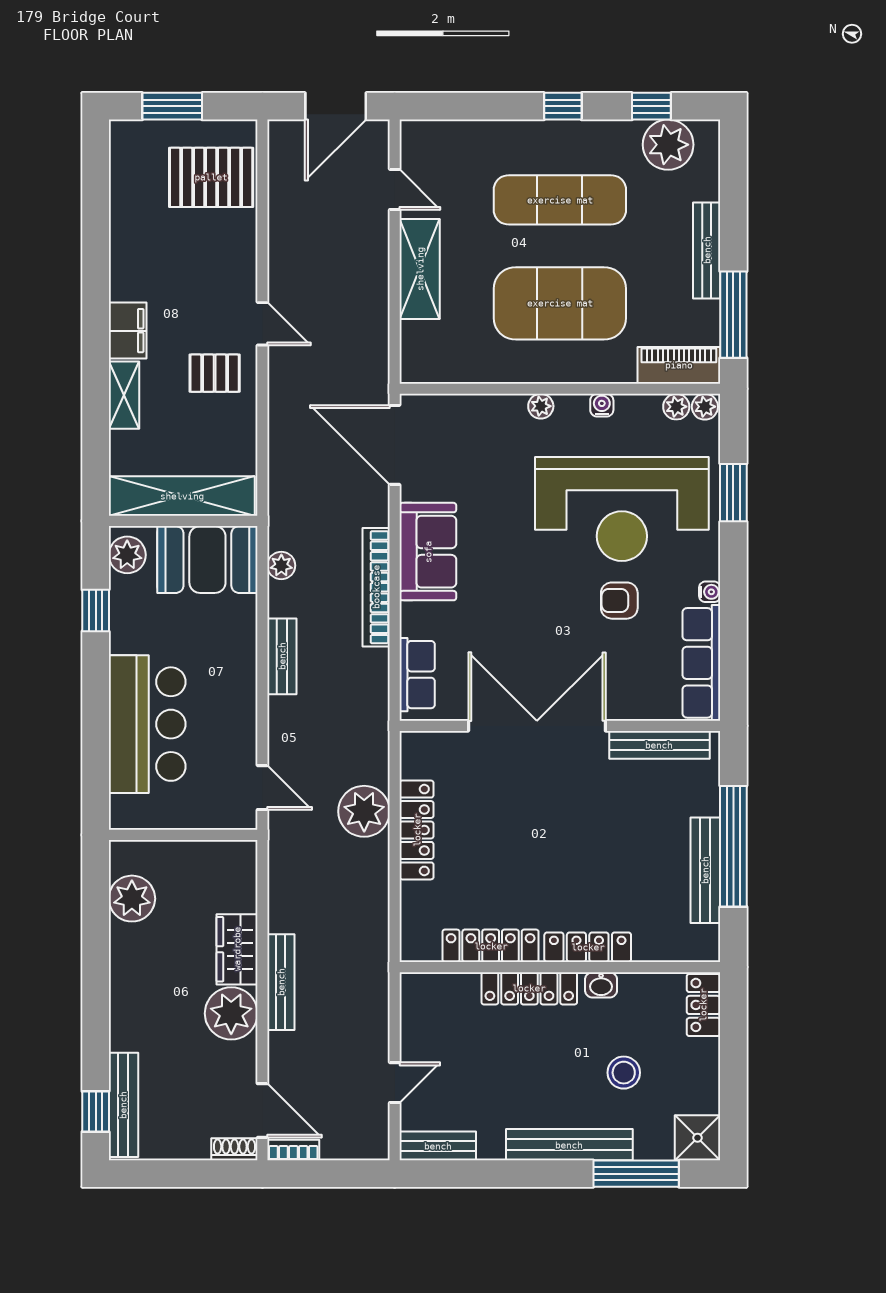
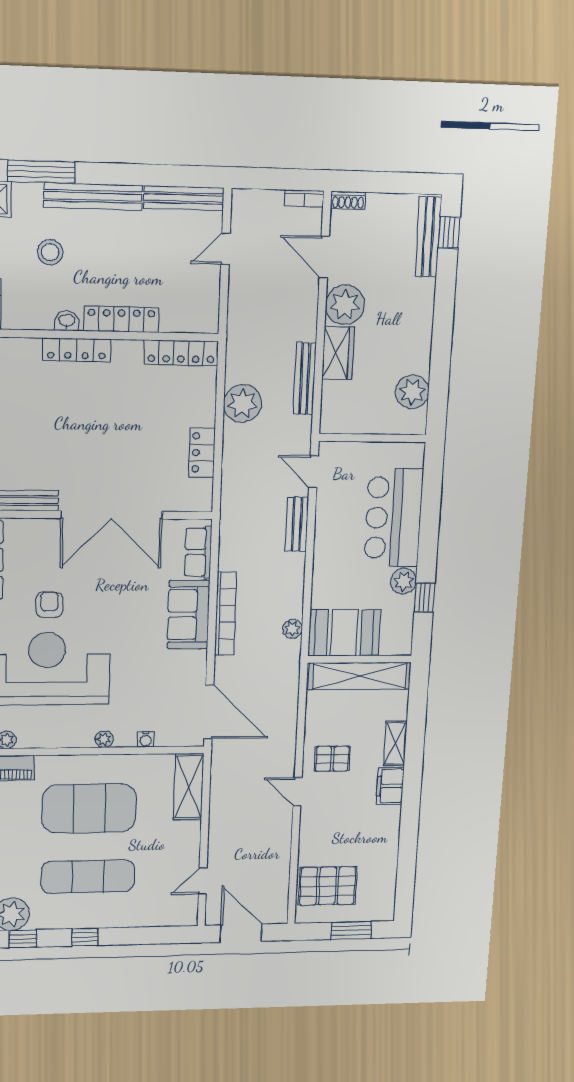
door: (336, 106) -> (241, 933), hinge flipped
door: (395, 189) -> (203, 881), hinge flipped
shelving: (420, 269) -> (189, 787), moved
water cooler: (602, 405) -> (146, 739), moved
sofa: (428, 552) -> (188, 615), moved
plant: (127, 555) -> (403, 581), moved
armchair: (619, 601) -> (49, 605), turned -90
bench: (282, 656) -> (297, 524), moved
plant: (364, 811) -> (242, 404), moved
locker: (417, 830) -> (202, 453), width x0.66
locker: (491, 946) -> (181, 353), moved
bench: (281, 982) -> (305, 379), moved
door: (262, 1111) -> (324, 257), moved
bench: (438, 1146) -> (184, 198), width x1.36

